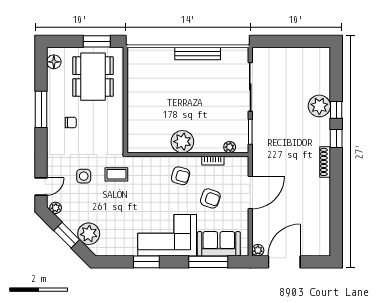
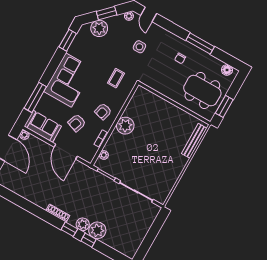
bench: (198, 54) -> (194, 141), moved
plant: (322, 127) -> (83, 224), added
coffee table: (116, 174) -> (116, 78), moved
sofa: (219, 244) -> (43, 126), moved, turned -90
window: (146, 262) -> (68, 40), moved

